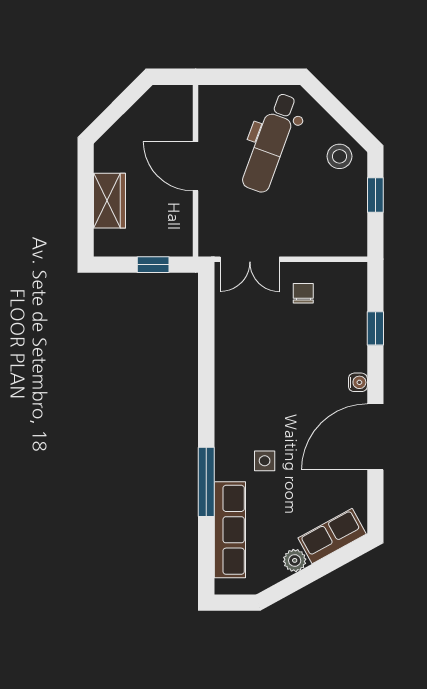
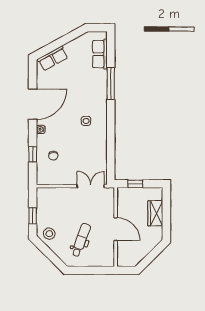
dental chair: (270, 143) -> (81, 240), width x0.73, depth x0.72
chair: (303, 293) -> (53, 156), moved
side table: (265, 461) -> (86, 121), moved
row of seats: (230, 530) -> (100, 54), width x0.68
plant: (295, 560) -> (70, 47), removed

